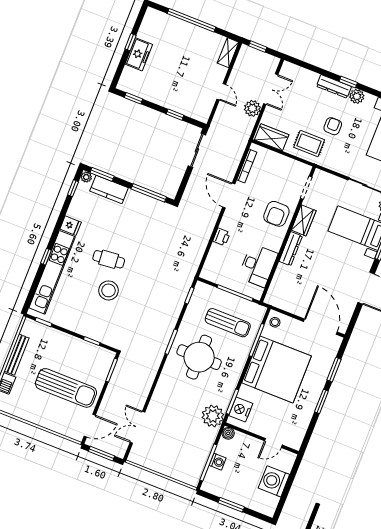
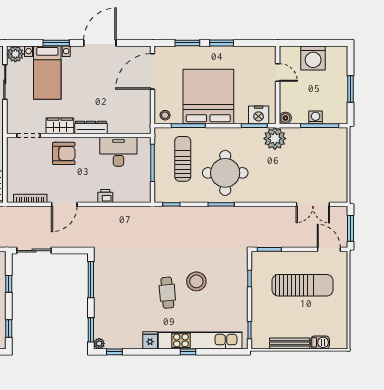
kitchen counter: (109, 189) -> (102, 318), removed
sun lounger: (66, 388) -> (303, 285), turned 90

